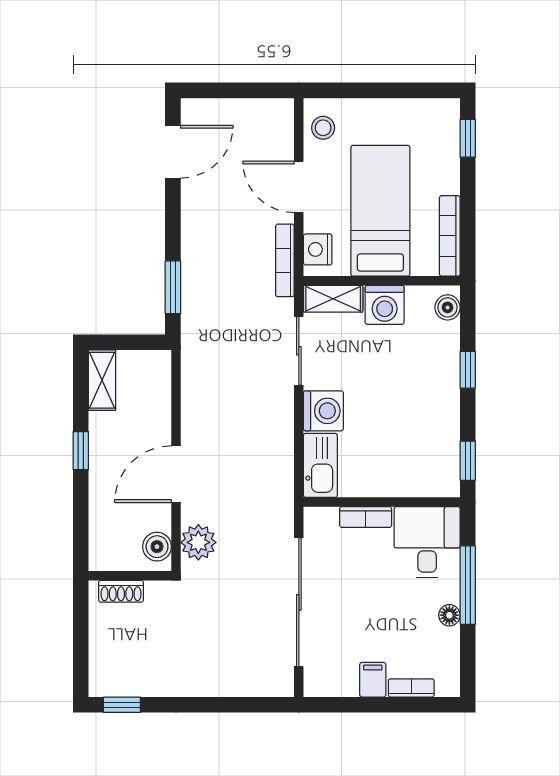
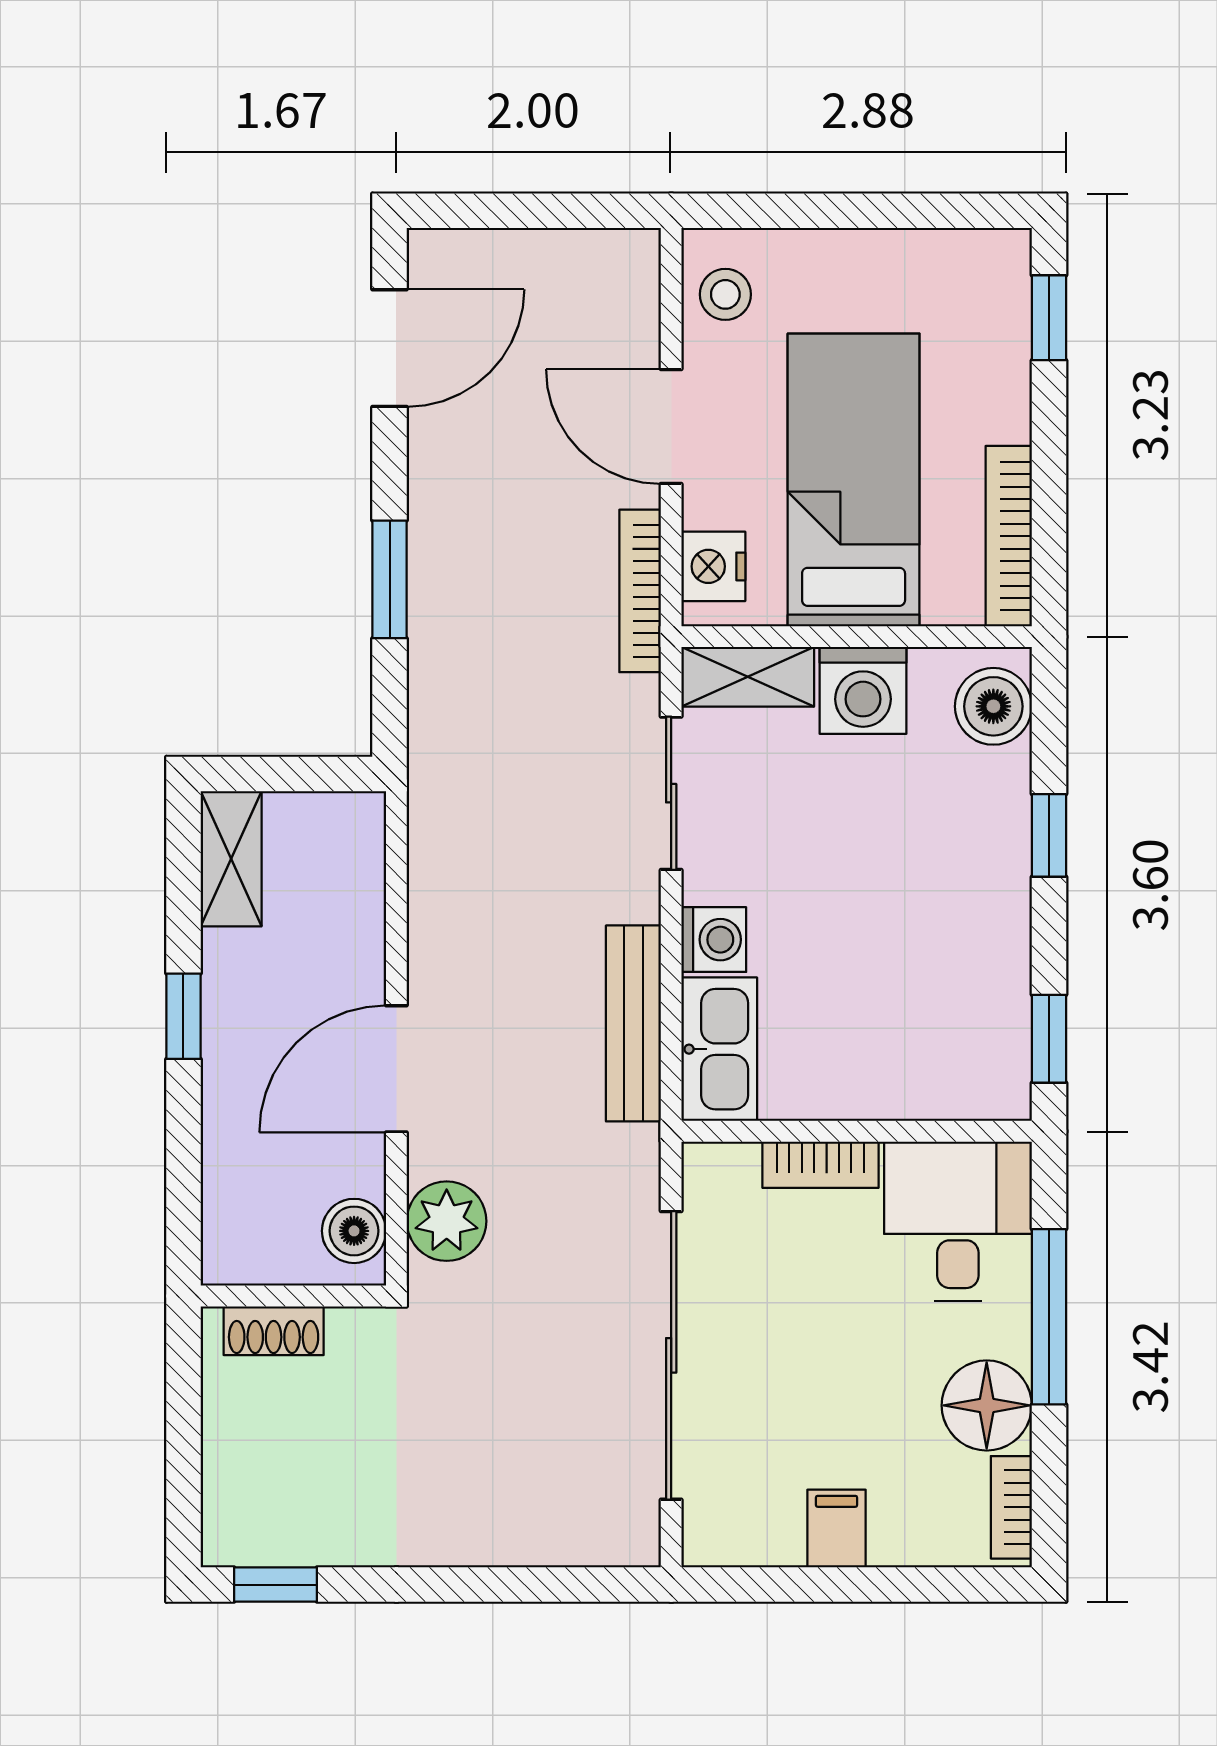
window: (173, 287) -> (390, 579), moved
boiler: (448, 307) -> (993, 706), width x1.36, depth x1.36
washing machine: (323, 411) -> (714, 940), width x0.73, depth x0.73
bench: (282, 454) -> (633, 1023), added
floor lamp: (449, 615) -> (987, 1405), width x1.89, depth x1.89
bookcase: (411, 688) -> (1011, 1507), moved, turned -90

